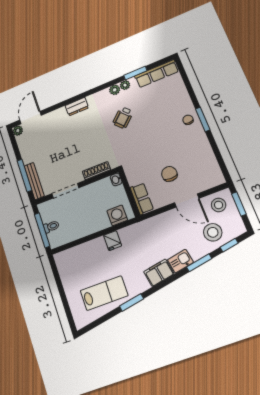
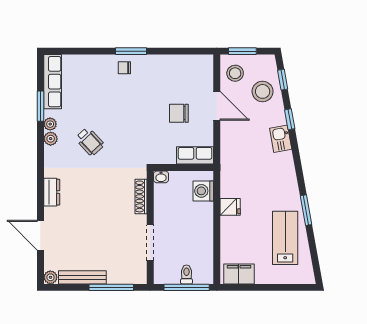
door: (30, 118) -> (40, 235), moved
bench: (34, 181) -> (82, 277), moved
door: (187, 200) -> (217, 106), hinge flipped
window: (199, 263) -> (290, 119), width x0.67
filing cabinet: (159, 273) -> (239, 274), moved, turned 100

